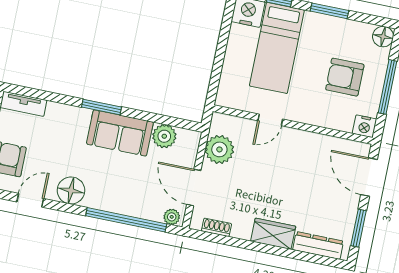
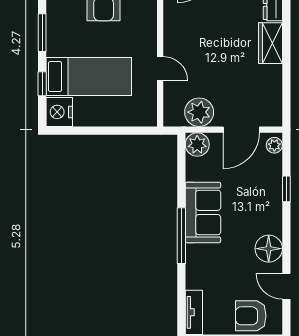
window: (101, 107) -> (181, 236), width x1.44
plant: (164, 136) -> (197, 144), moved
window: (126, 220) -> (286, 189), width x0.32
shoe rack: (217, 227) -> (276, 100), removed

